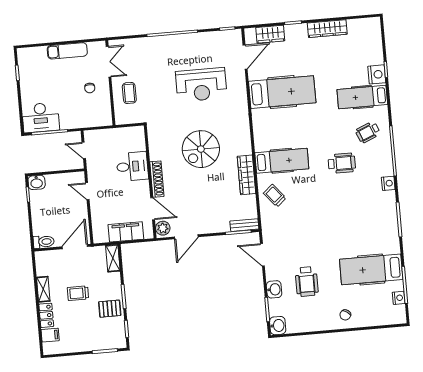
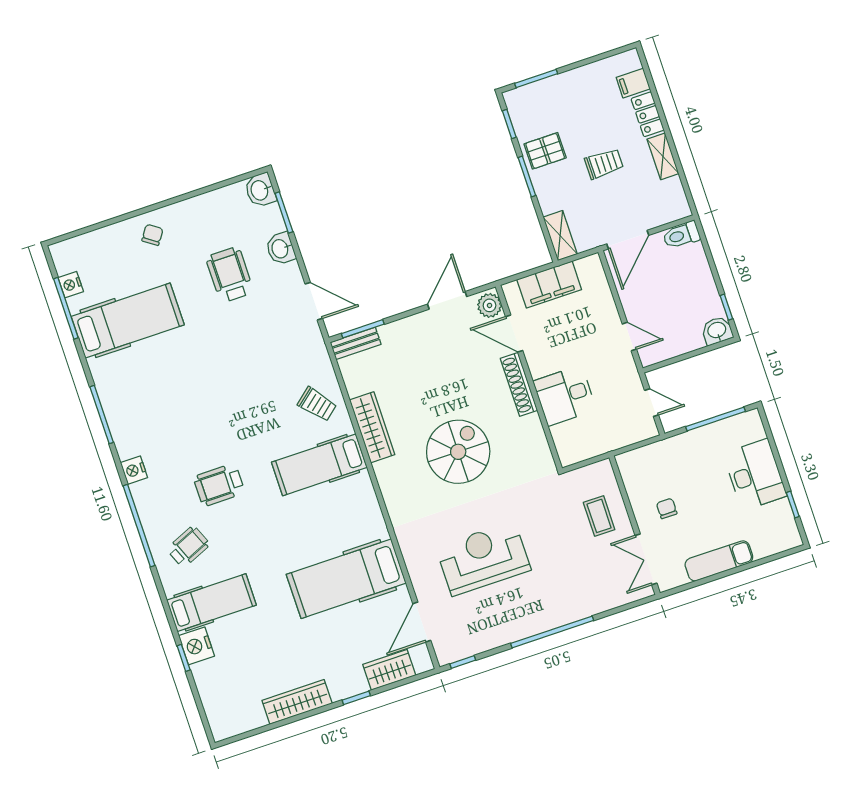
desk: (41, 117) -> (755, 475), moved, turned 90

